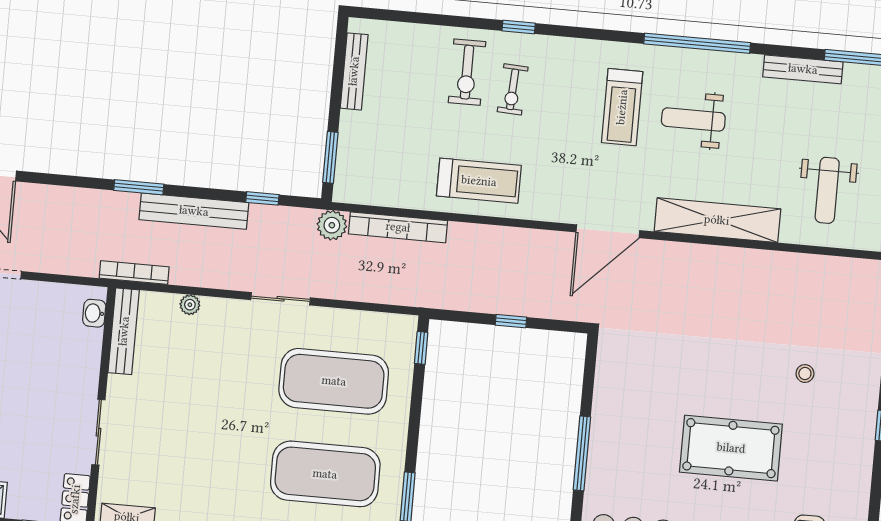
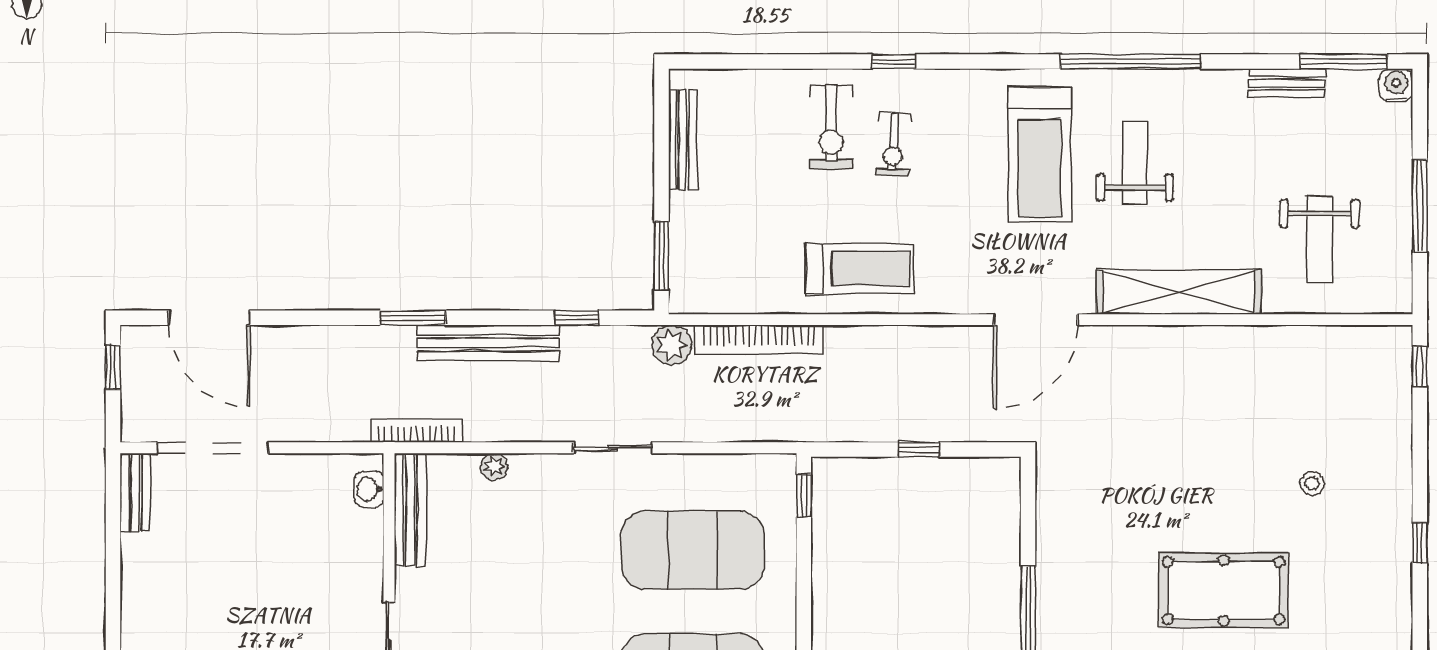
bench: (803, 69) -> (1287, 83), width x0.73
treadmill: (622, 107) -> (1040, 155), width x1.37, depth x1.38
weight bench: (693, 119) -> (1135, 162), turned 90

